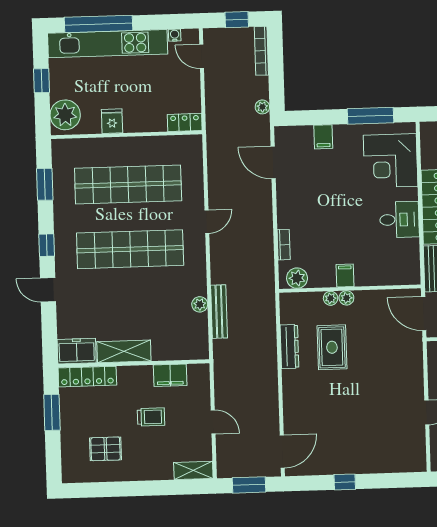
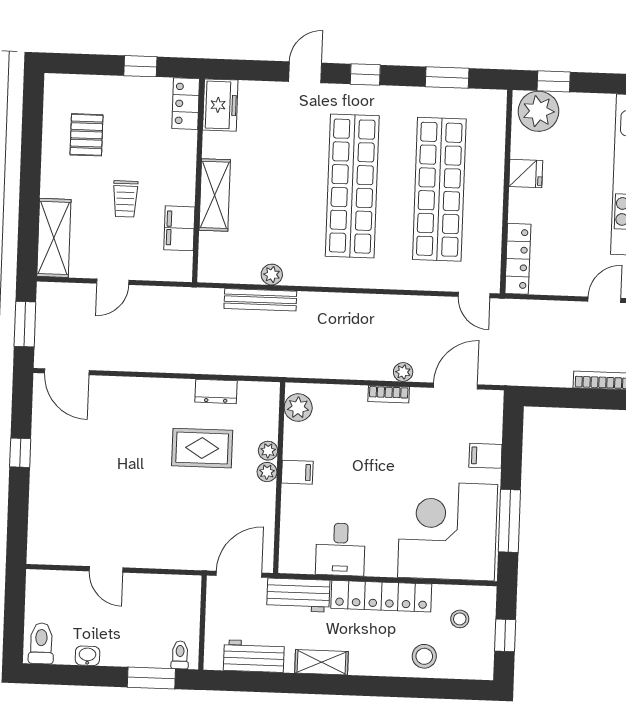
window: (41, 81) -> (554, 81), moved
plant: (262, 107) -> (403, 372), moved
locker: (185, 122) -> (518, 259), width x1.53
corner desk: (391, 161) -> (448, 531), width x1.36, depth x1.36
desk: (399, 220) -> (340, 549), moved
door: (207, 222) -> (474, 295), moved
bookcase: (284, 245) -> (389, 394), moved
dresser: (289, 347) -> (216, 391), width x0.70
shelving: (124, 351) -> (215, 195), moved
locker: (87, 377) -> (186, 104), width x0.66
window: (52, 412) -> (140, 66), width x0.67
shelving: (193, 470) -> (54, 238), width x1.50, depth x1.33

